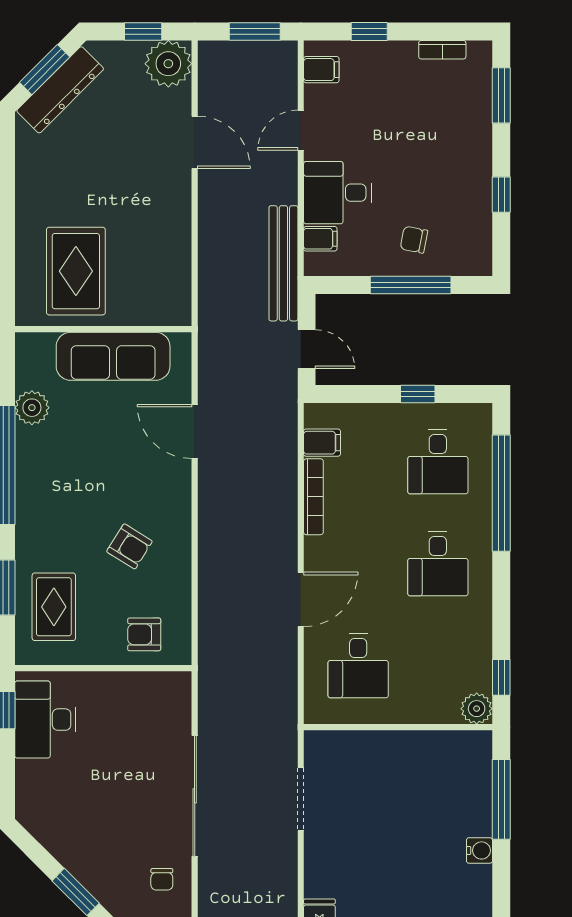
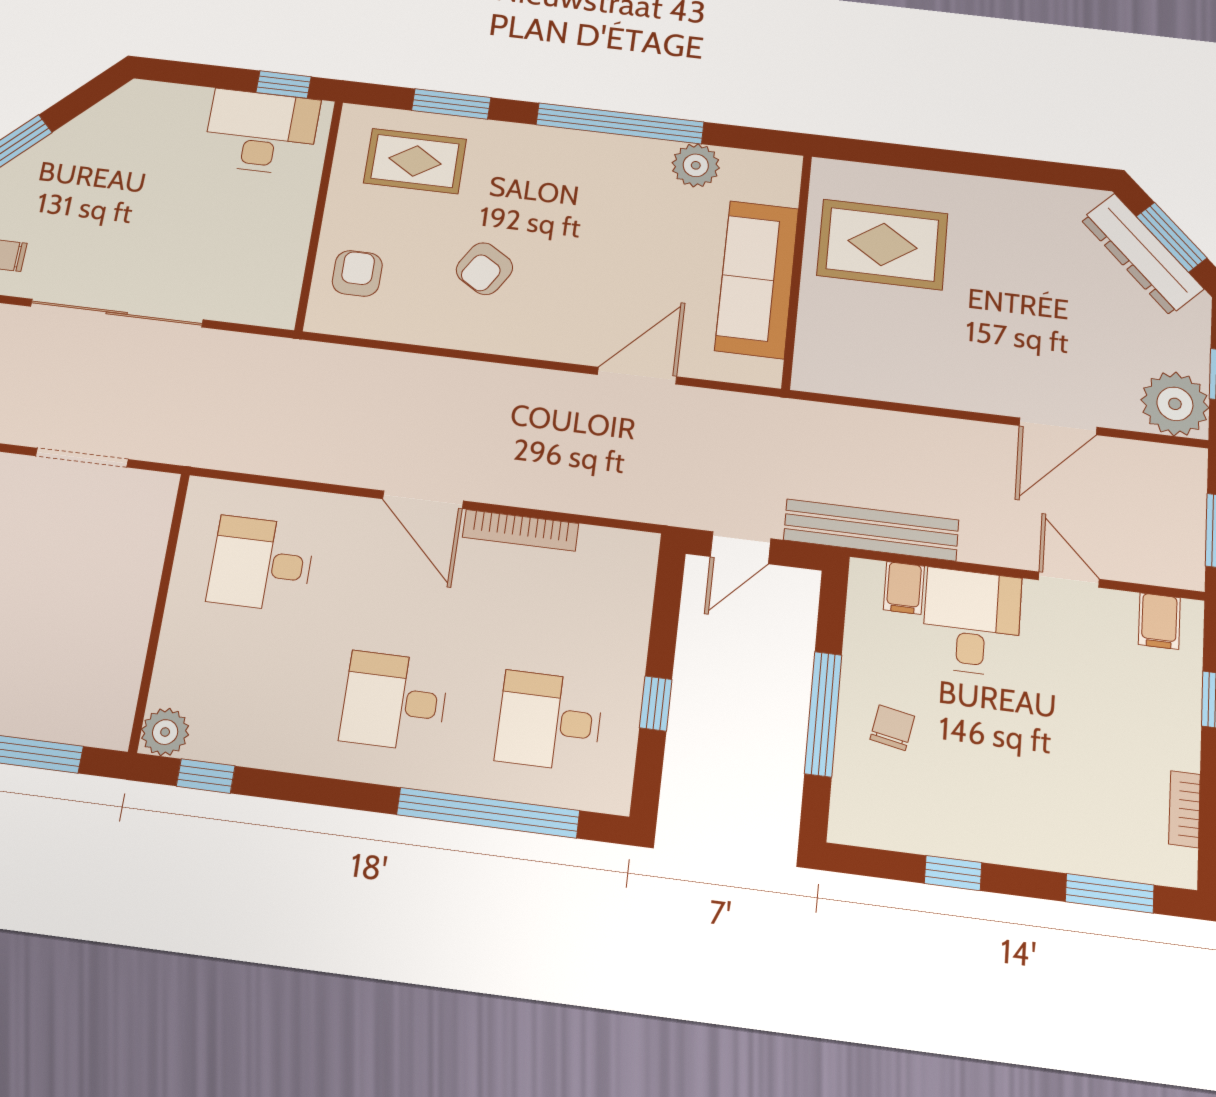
filing cabinet: (322, 443) -> (599, 553), removed
door: (301, 599) -> (423, 500), moved

